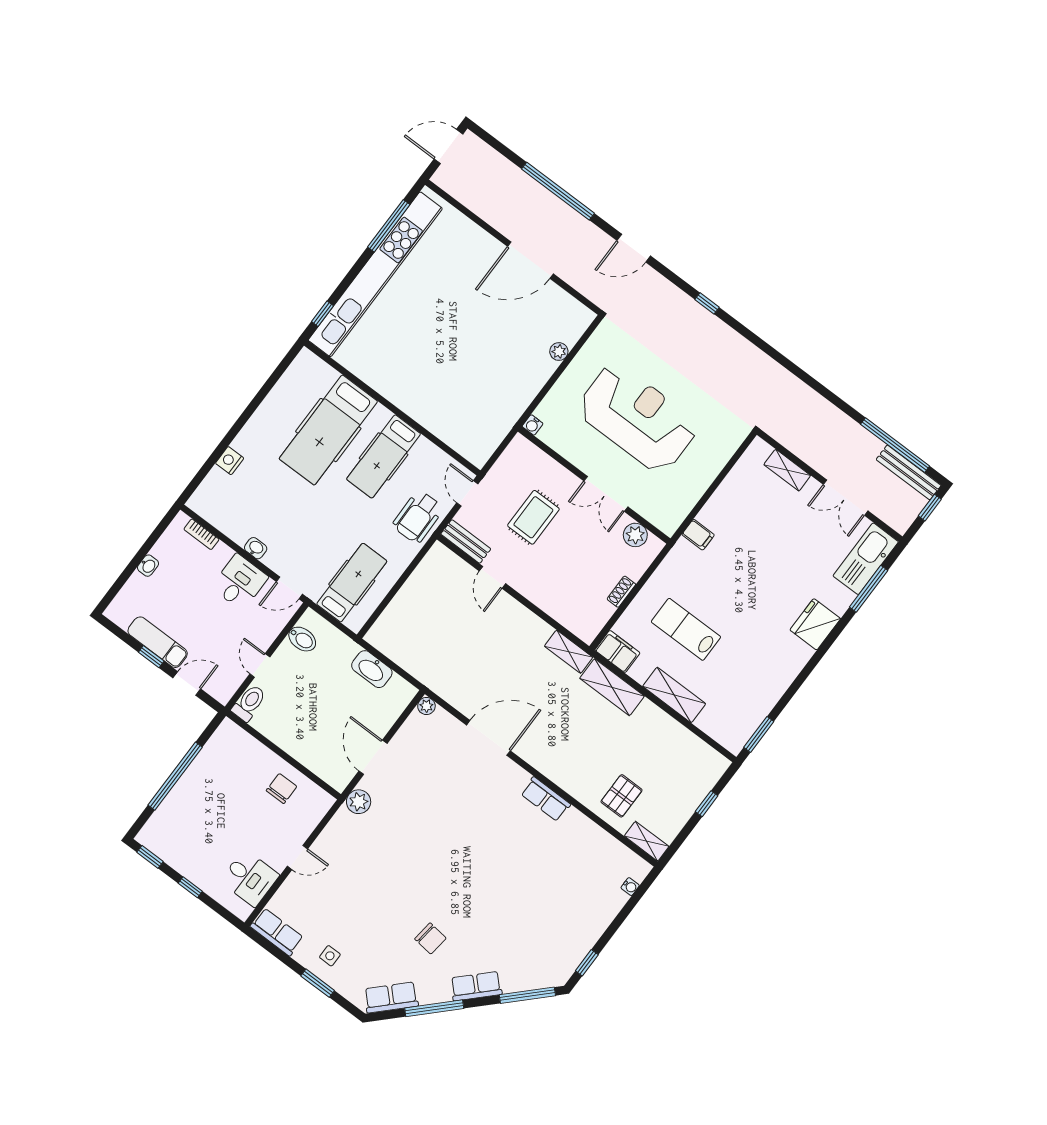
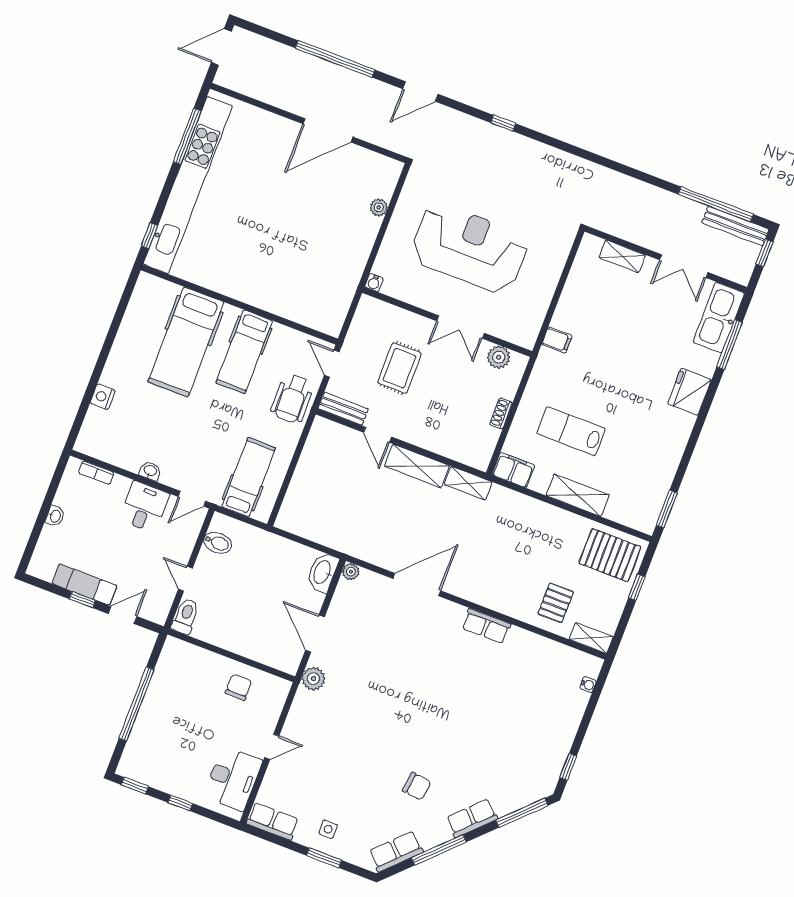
washbasin: (372, 669) -> (323, 572), moved, turned 90
shelving: (612, 687) -> (417, 466), moved
pallet: (689, 764) -> (610, 555), added
desk: (250, 878) -> (233, 779), width x1.37

